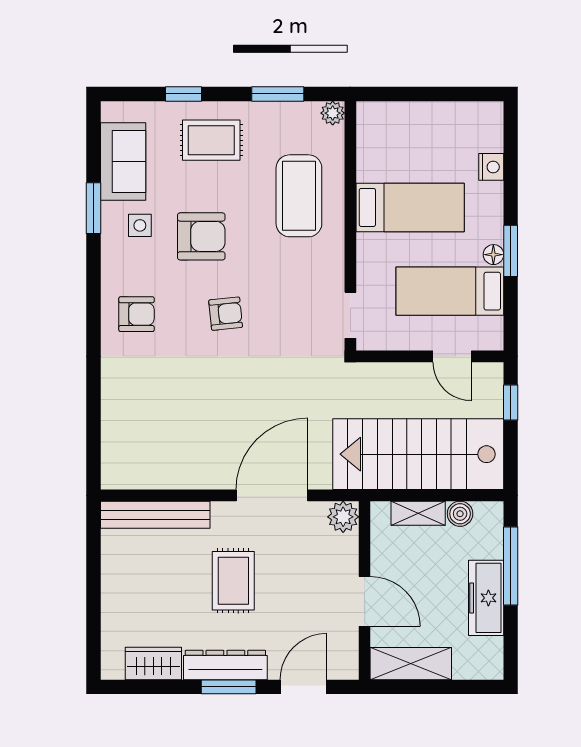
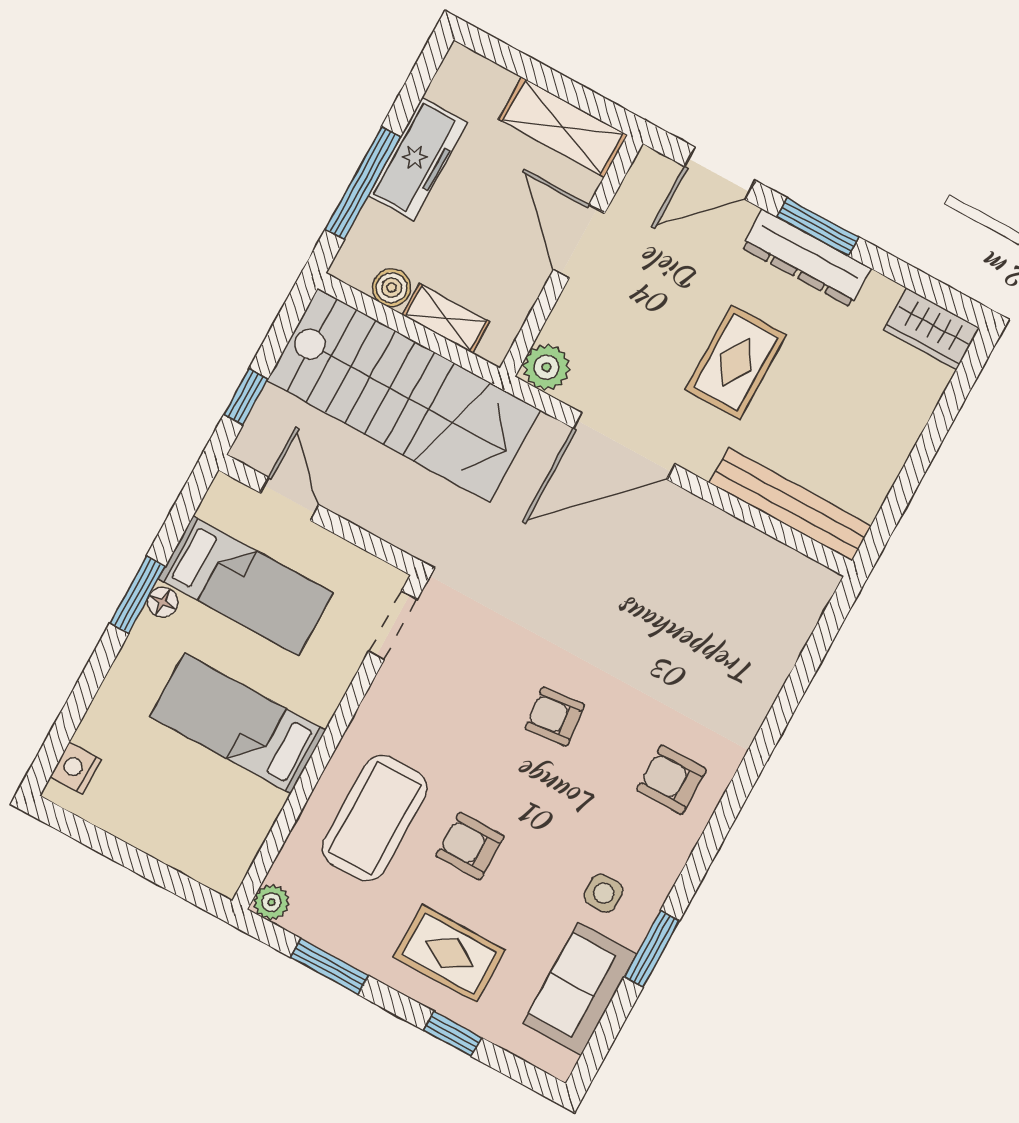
nightstand: (491, 167) -> (76, 768), moved
armchair: (201, 236) -> (470, 846), moved, width x0.72, depth x0.72
wardrobe: (153, 664) -> (932, 329), moved

